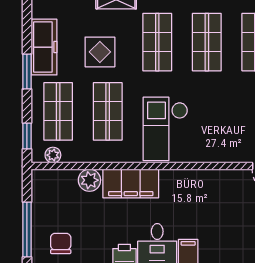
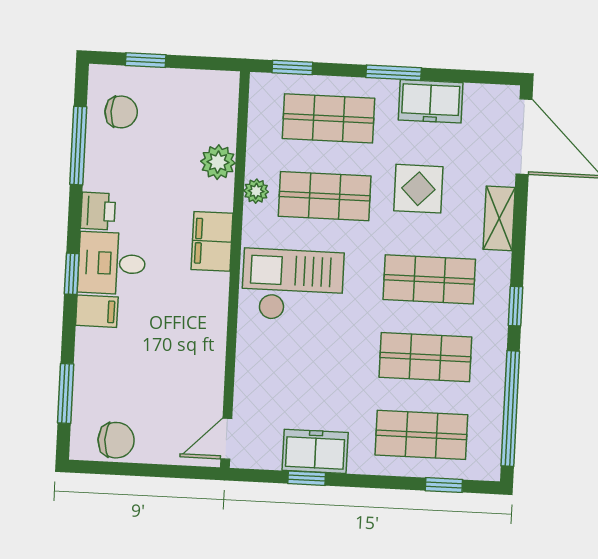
freezer: (44, 47) -> (431, 101), width x0.71
plant: (53, 155) -> (256, 191), moved
filing cabinet: (131, 184) -> (212, 241), width x0.67, depth x0.86
window: (27, 230) -> (146, 60), width x0.46

